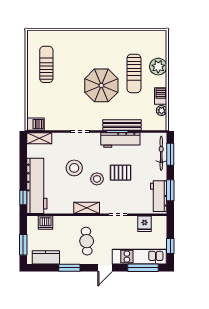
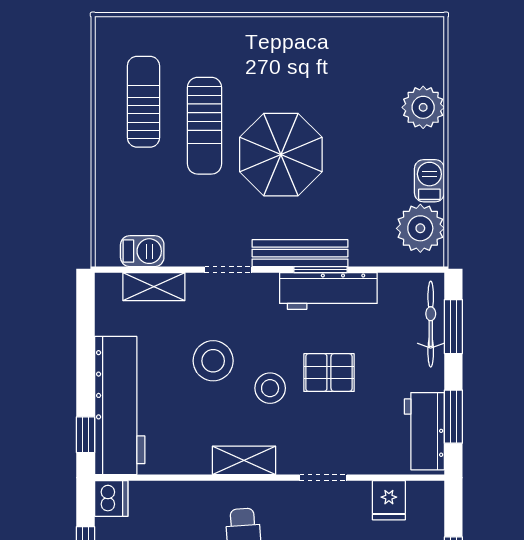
sun lounger: (134, 73) -> (205, 126), moved
plant: (162, 110) -> (420, 228), width x1.87, depth x1.87
barbecue: (35, 124) -> (142, 251), moved
bench: (122, 125) -> (300, 253), moved
shelving: (39, 138) -> (154, 287), moved
dishwasher: (45, 223) -> (111, 498), moved, turned -90

